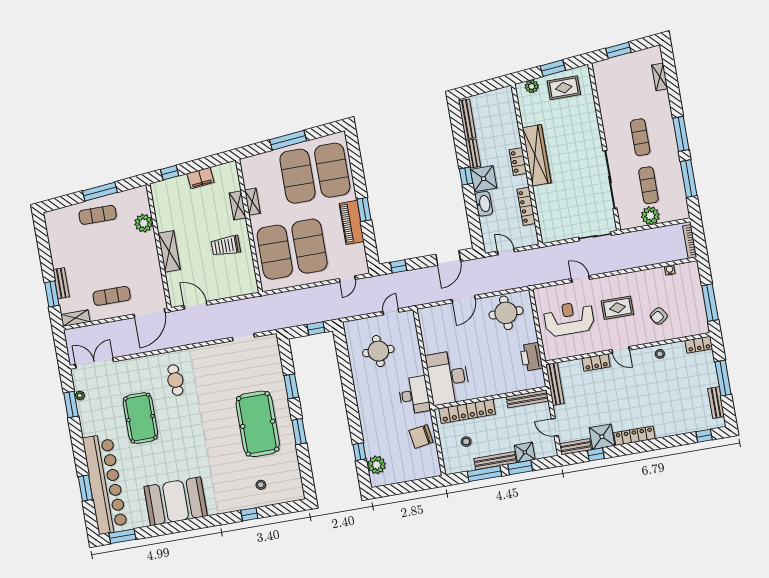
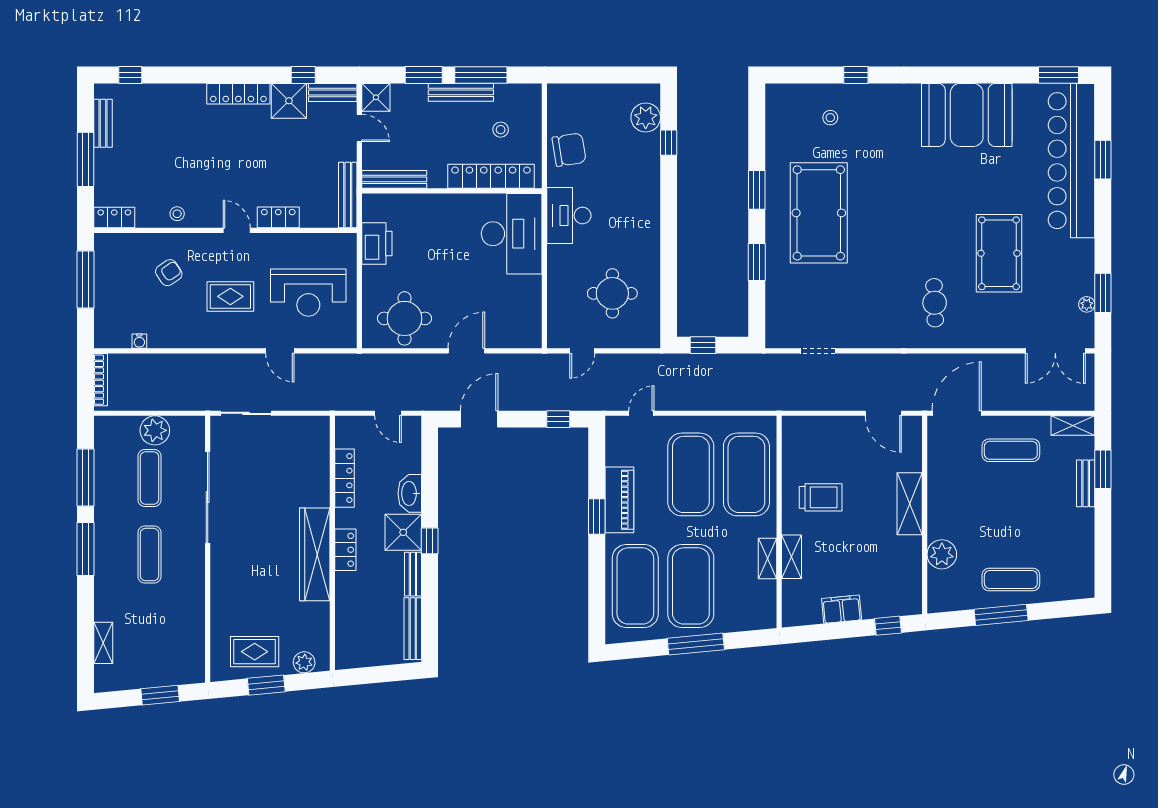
shower: (525, 452) -> (376, 97), moved

